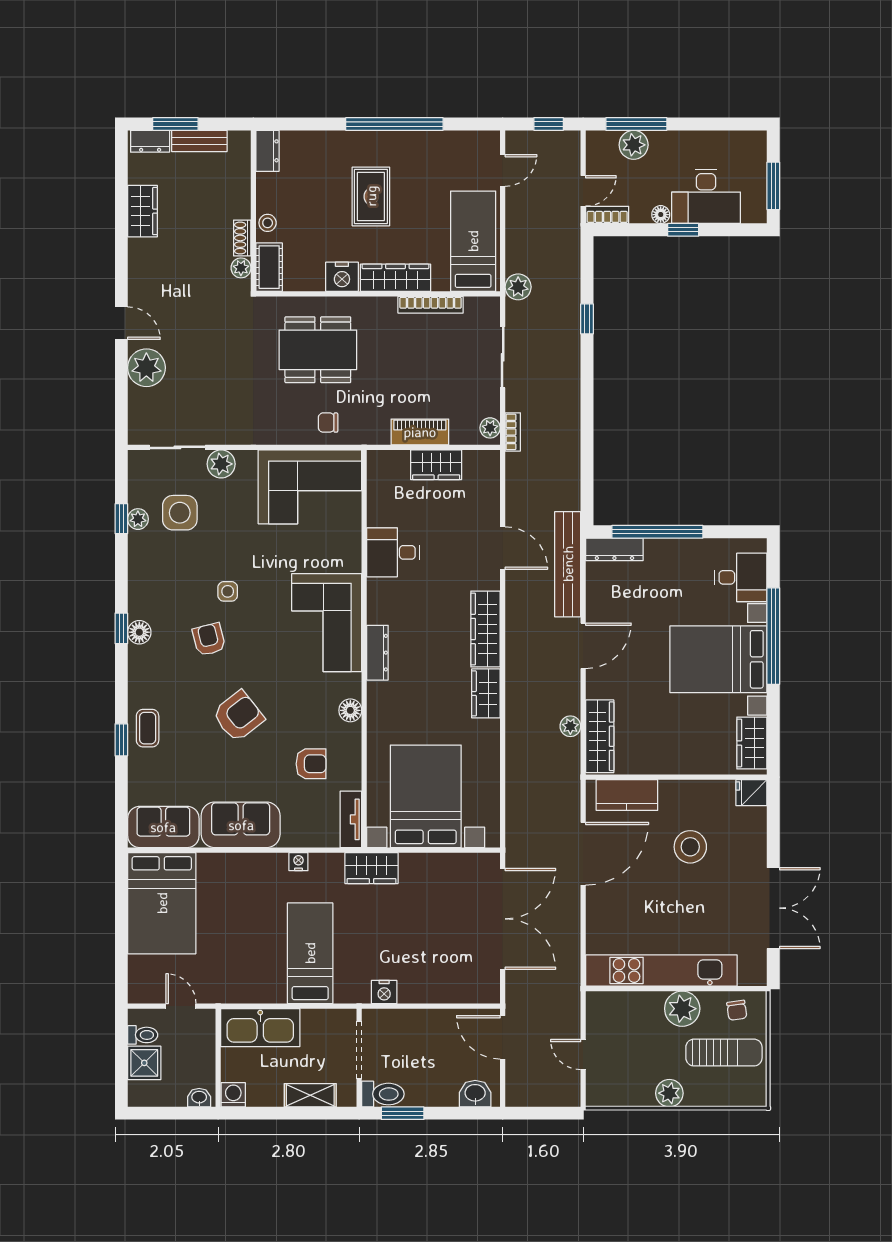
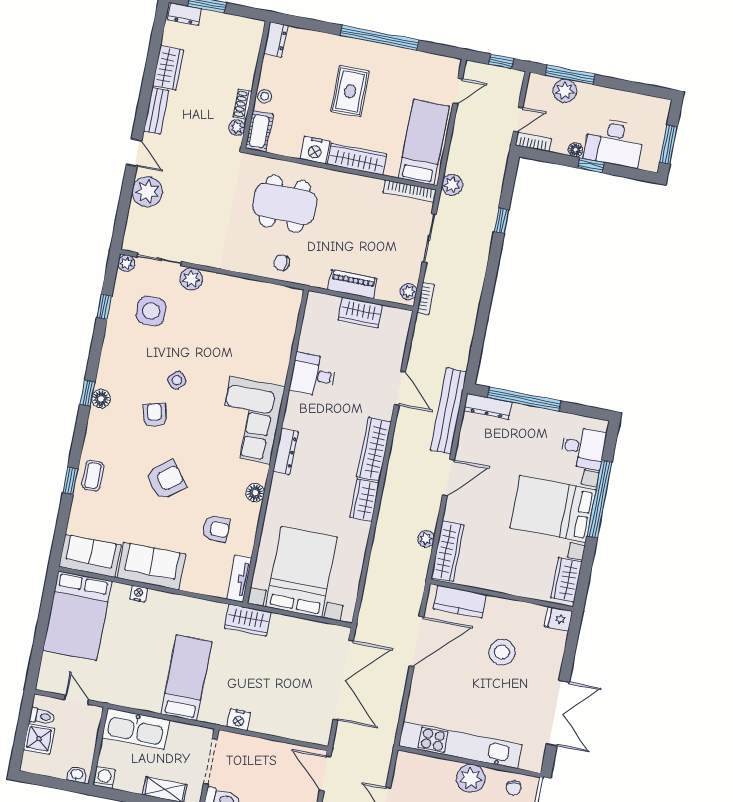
bench: (199, 141) -> (156, 111), moved, turned 90
bookcase: (431, 305) -> (410, 191), moved
corner sofa: (310, 487) -> (258, 311), removed
plant: (138, 519) -> (126, 263), moved
side table: (228, 591) -> (177, 380), turned 45
nightstand: (298, 862) -> (138, 594), moved

